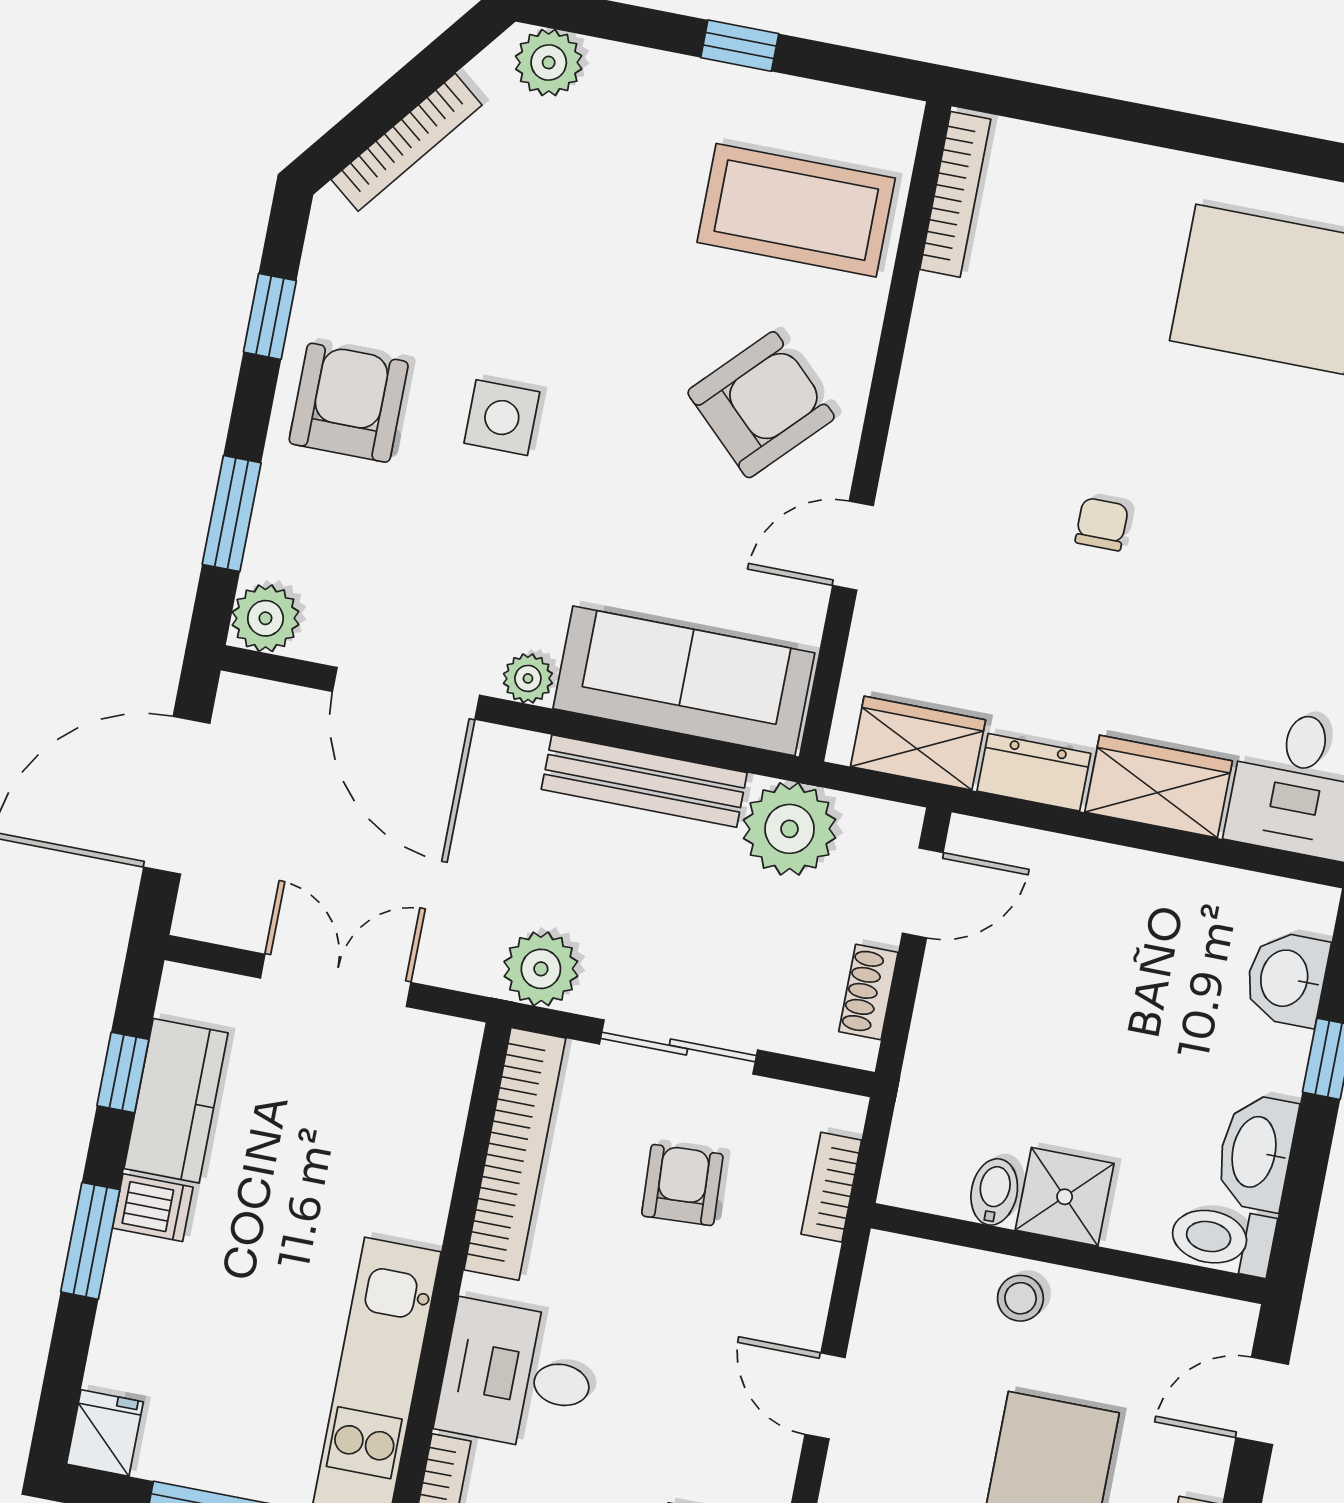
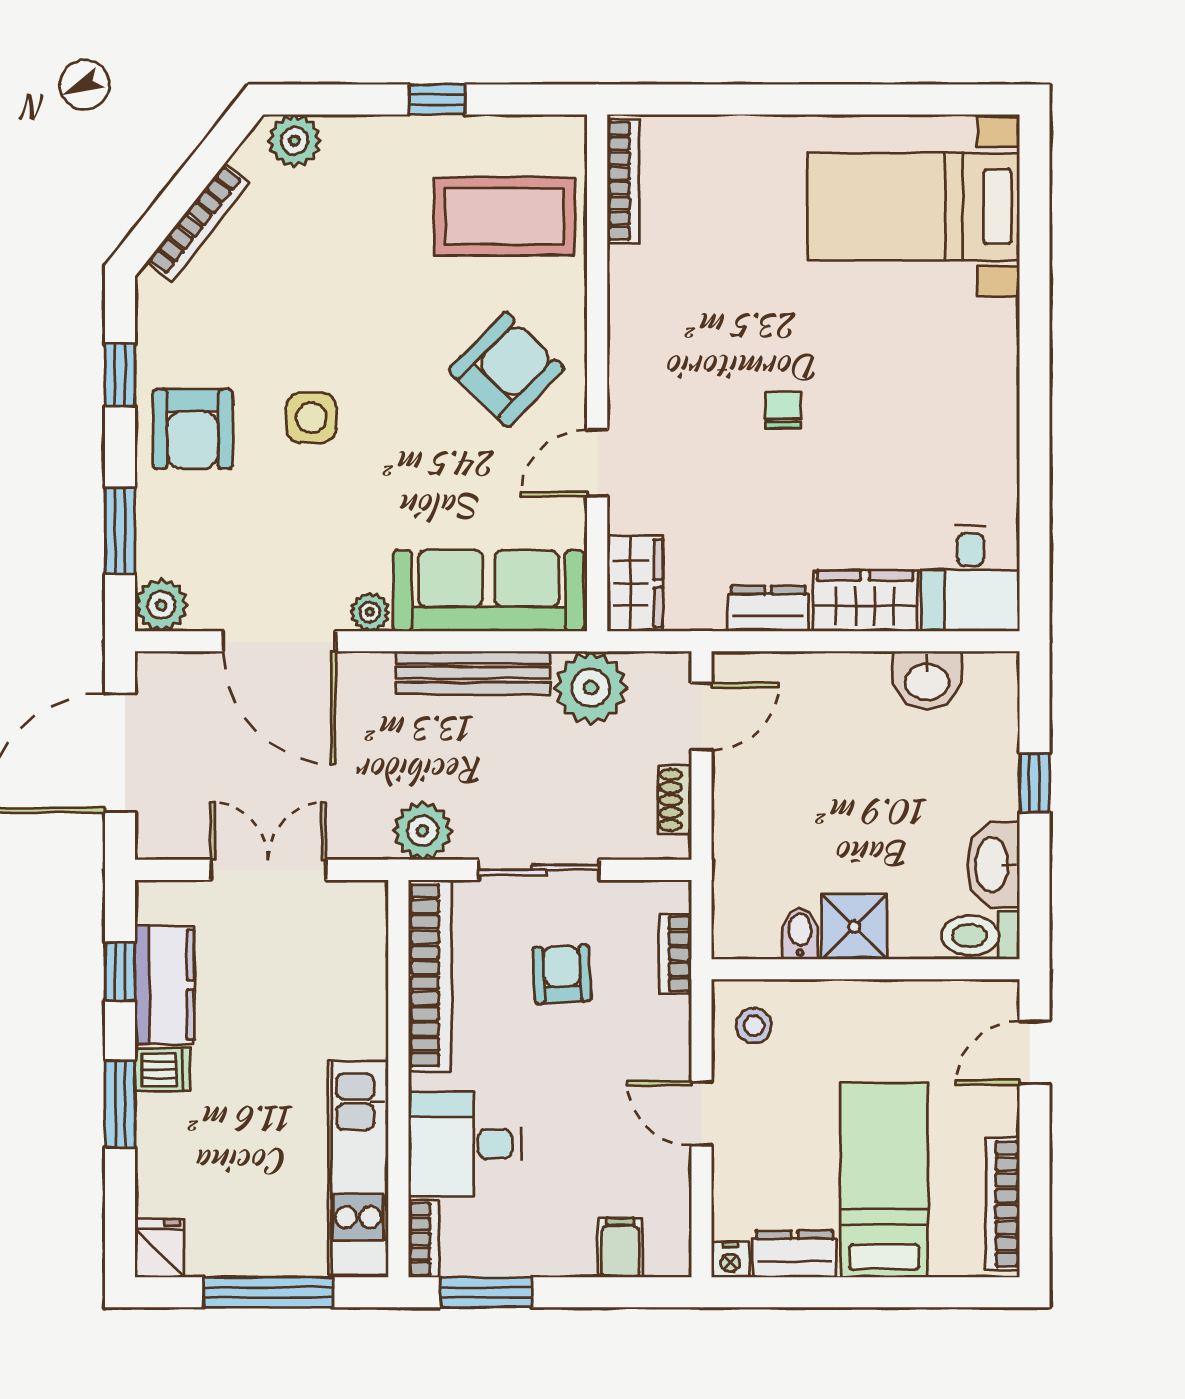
armchair: (349, 403) -> (193, 429), turned 180
wardrobe: (918, 743) -> (635, 583), moved, turned 90
washbasin: (1286, 979) -> (927, 680), moved, turned -90
stool: (1020, 1298) -> (754, 1026), moved

